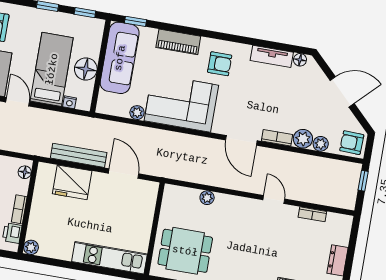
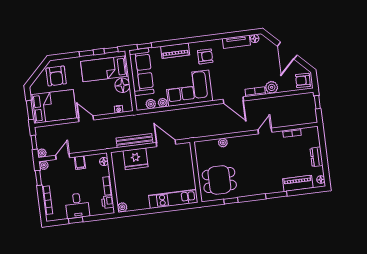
bed: (52, 69) -> (105, 69), moved, turned -90
door: (342, 92) -> (287, 51), swing flipped
plant: (321, 144) -> (151, 104), moved
door: (274, 199) -> (265, 131), hinge flipped

